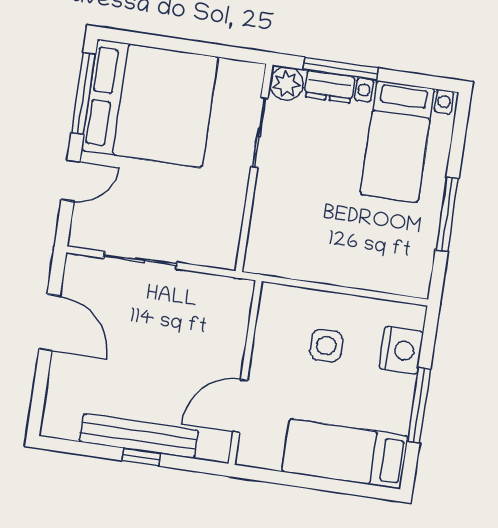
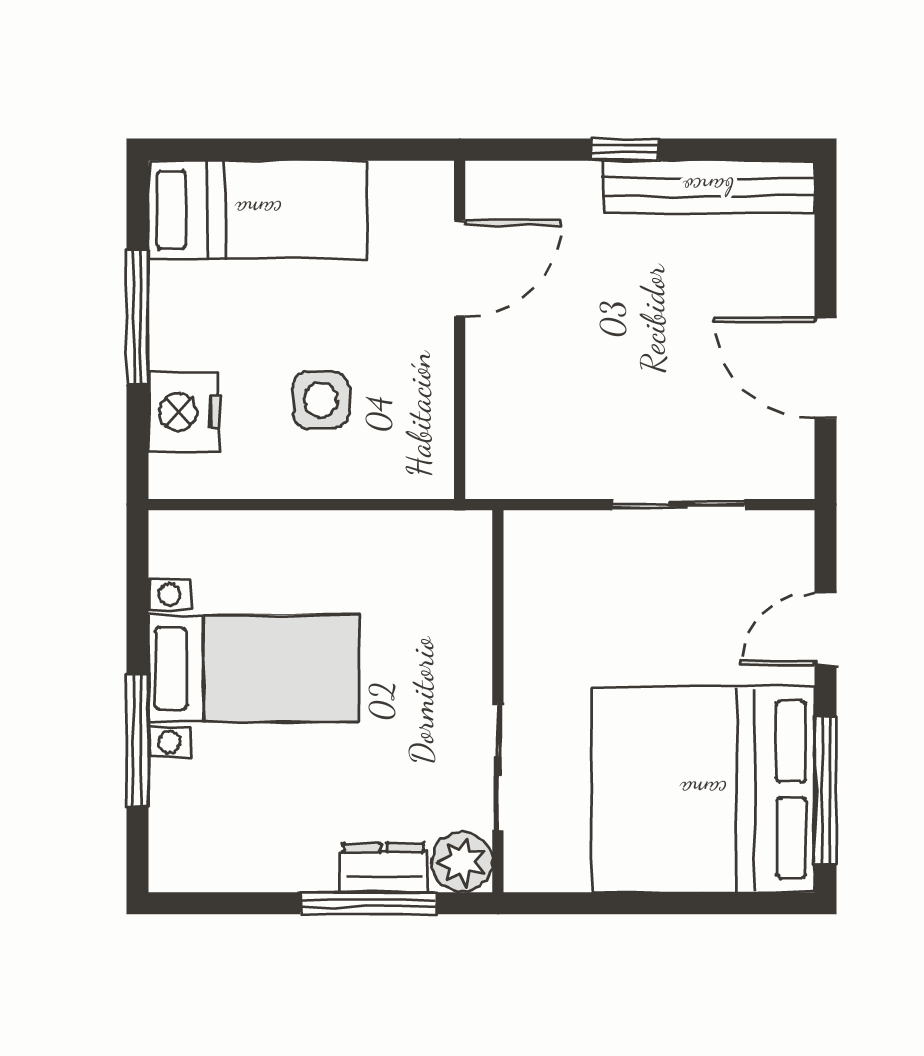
bed with nightstands: (397, 141) -> (254, 668), moved, turned 90
window: (447, 214) -> (138, 740), moved
bench: (139, 436) -> (708, 187), moved

